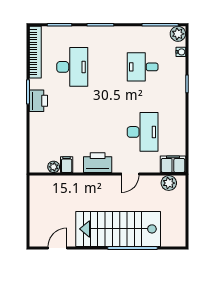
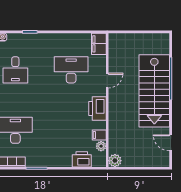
printer: (38, 101) -> (82, 159), moved
door: (130, 174) -> (107, 80), hinge flipped
plant: (169, 183) -> (115, 161), moved

